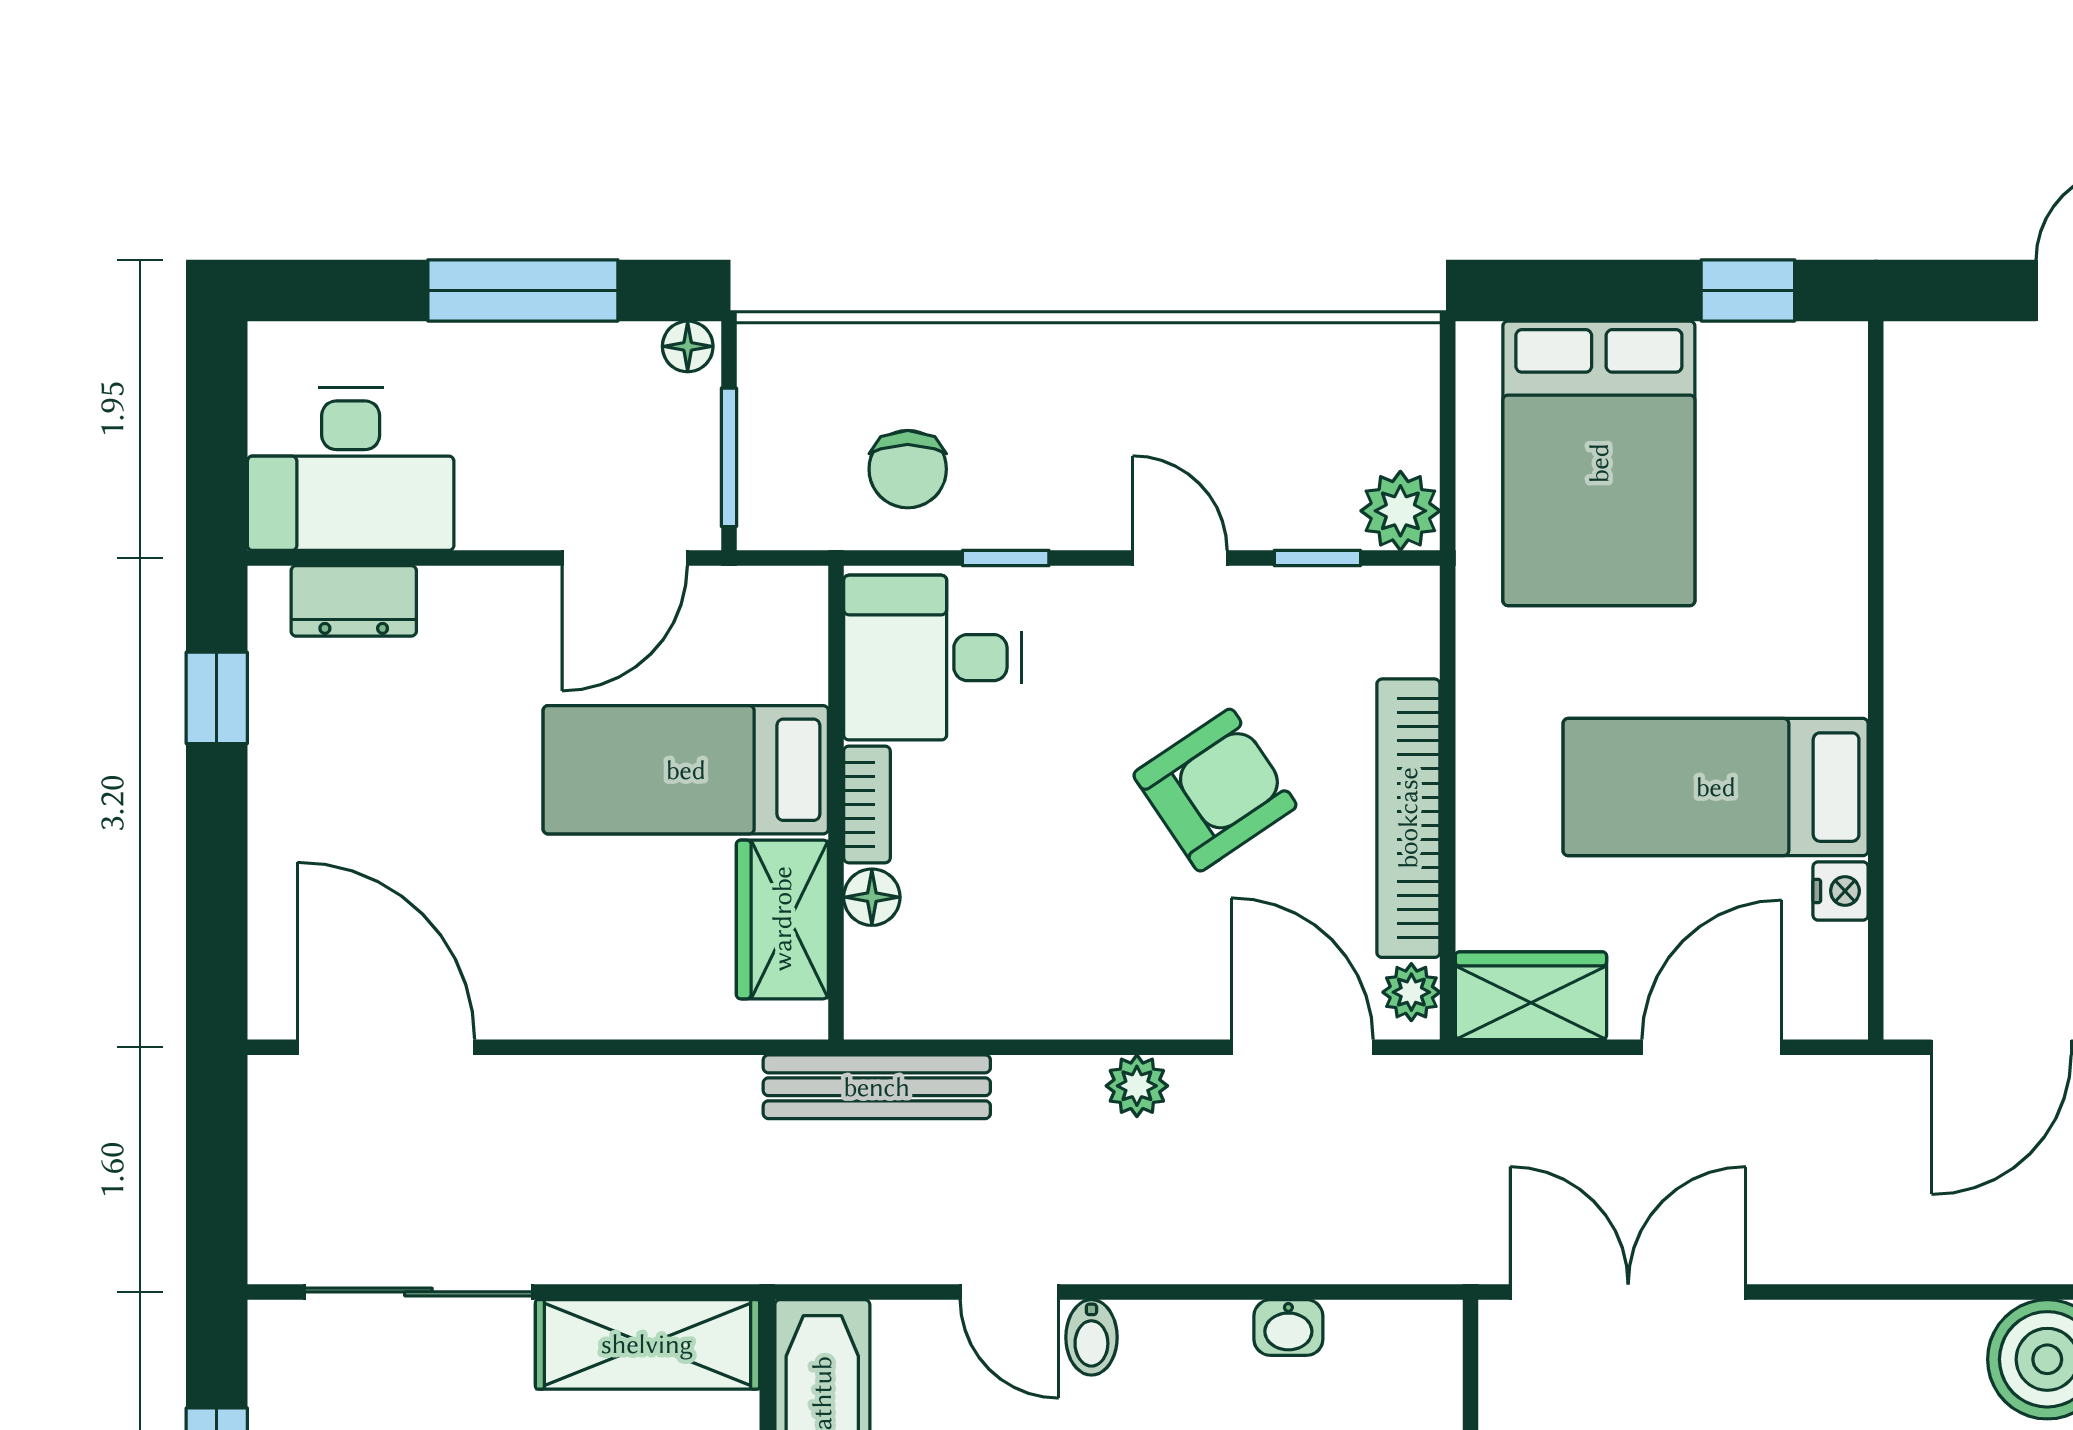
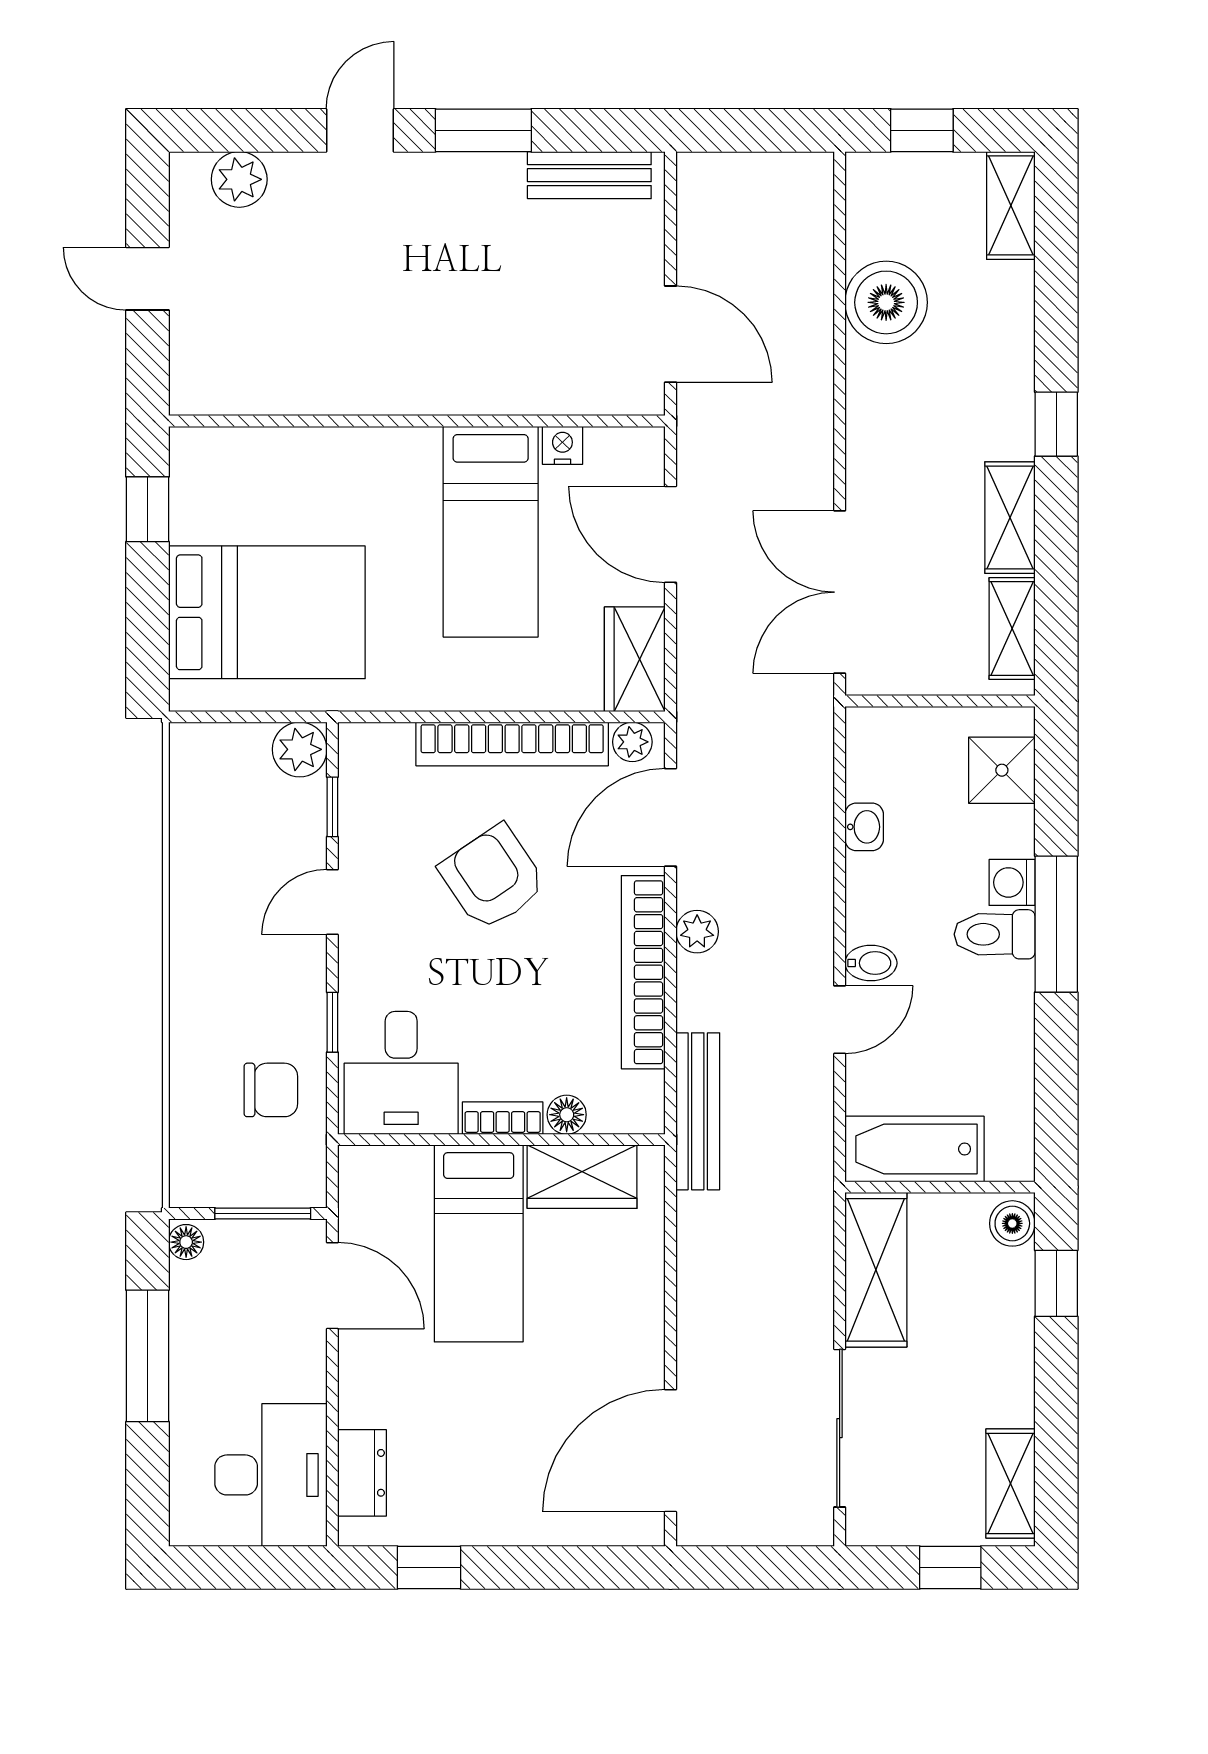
bookcase: (1078, 1008) -> (643, 972), added

